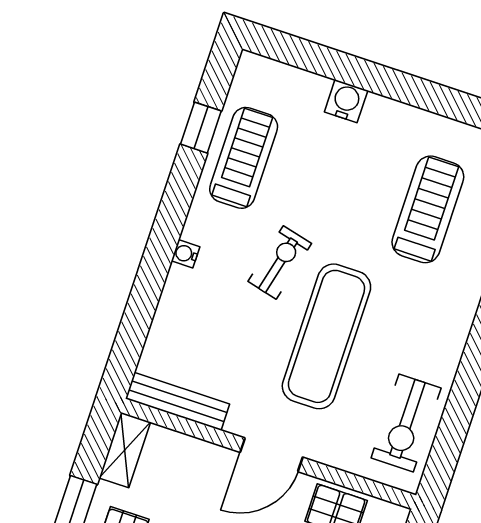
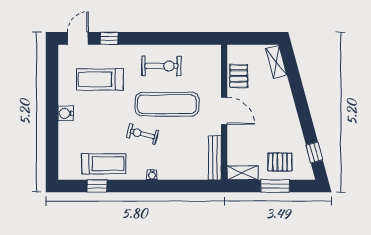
water cooler: (346, 101) -> (66, 113), moved
treadmill: (244, 158) -> (104, 164), turned 180
exercise bike: (406, 423) -> (161, 66), moved

